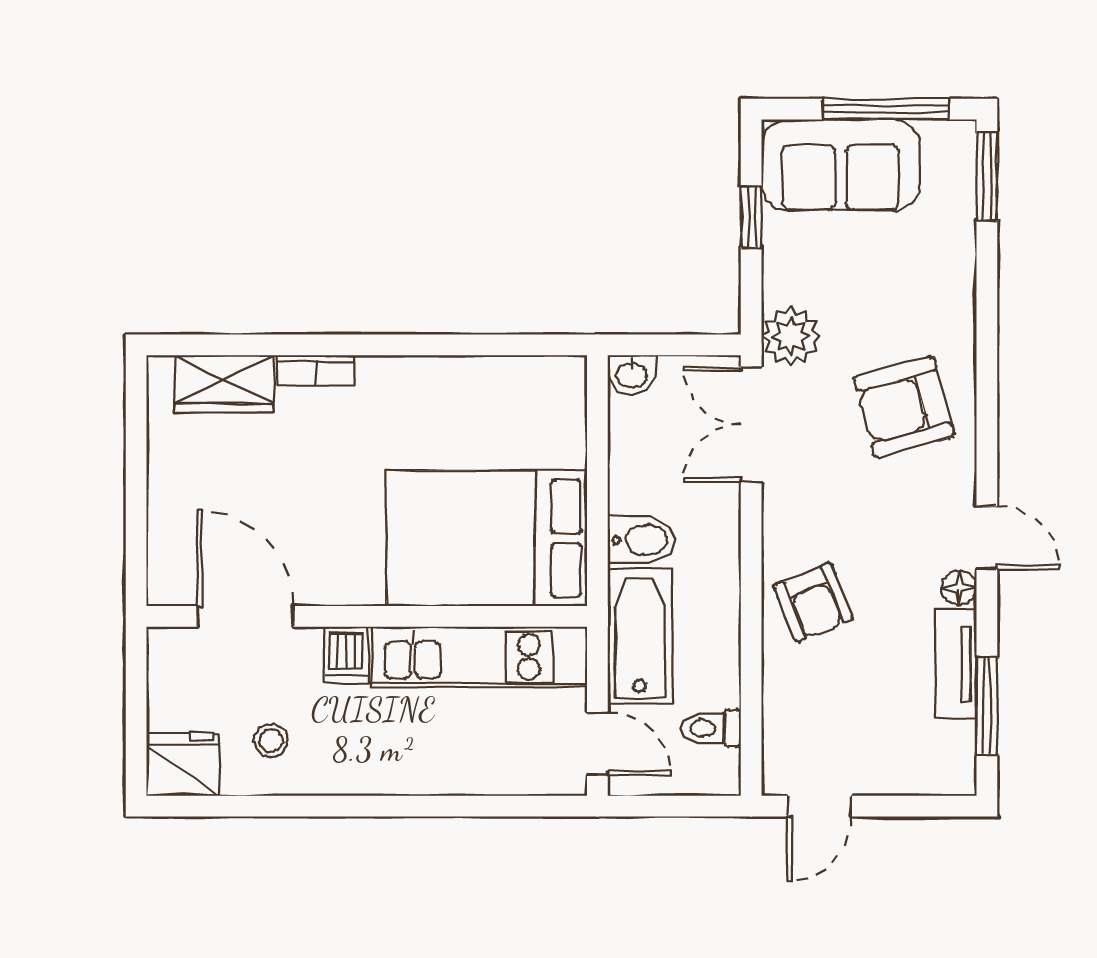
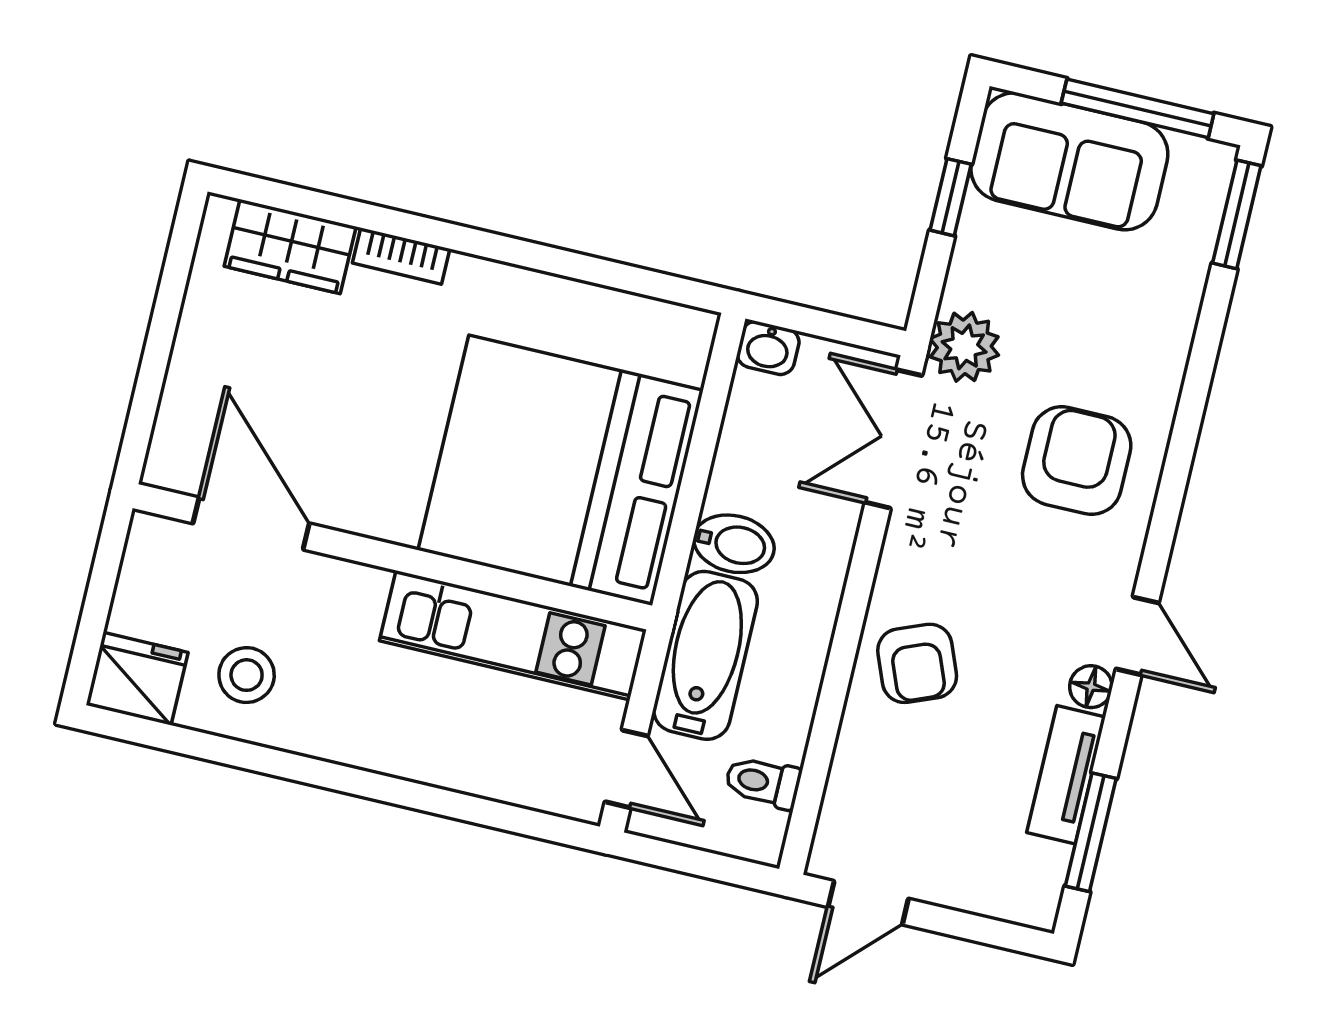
armchair: (904, 407) -> (1077, 461), turned 105
bed: (487, 538) -> (561, 470), width x1.36
dishwasher: (346, 655) -> (358, 596), removed
stool: (271, 740) -> (247, 675), width x1.37, depth x1.37

